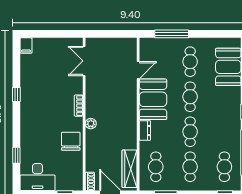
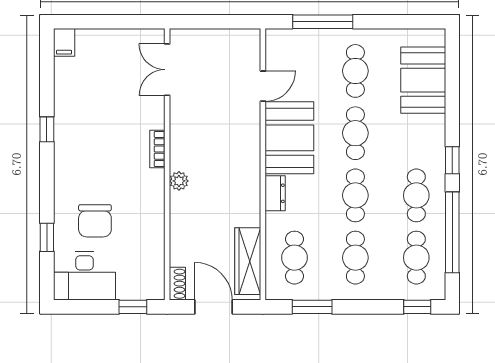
cafe table: (224, 132) -> (416, 195), added
chair: (71, 141) -> (95, 221), moved, turned 180

